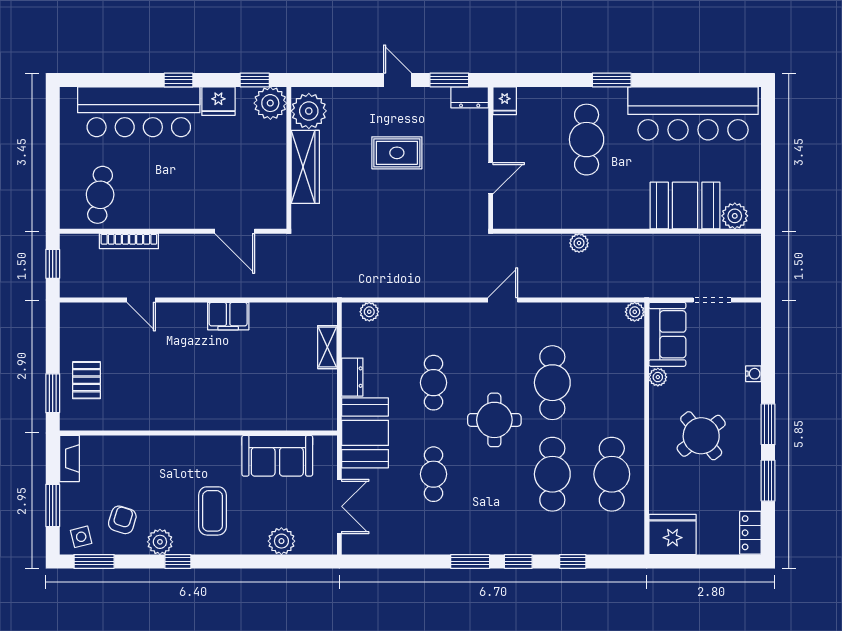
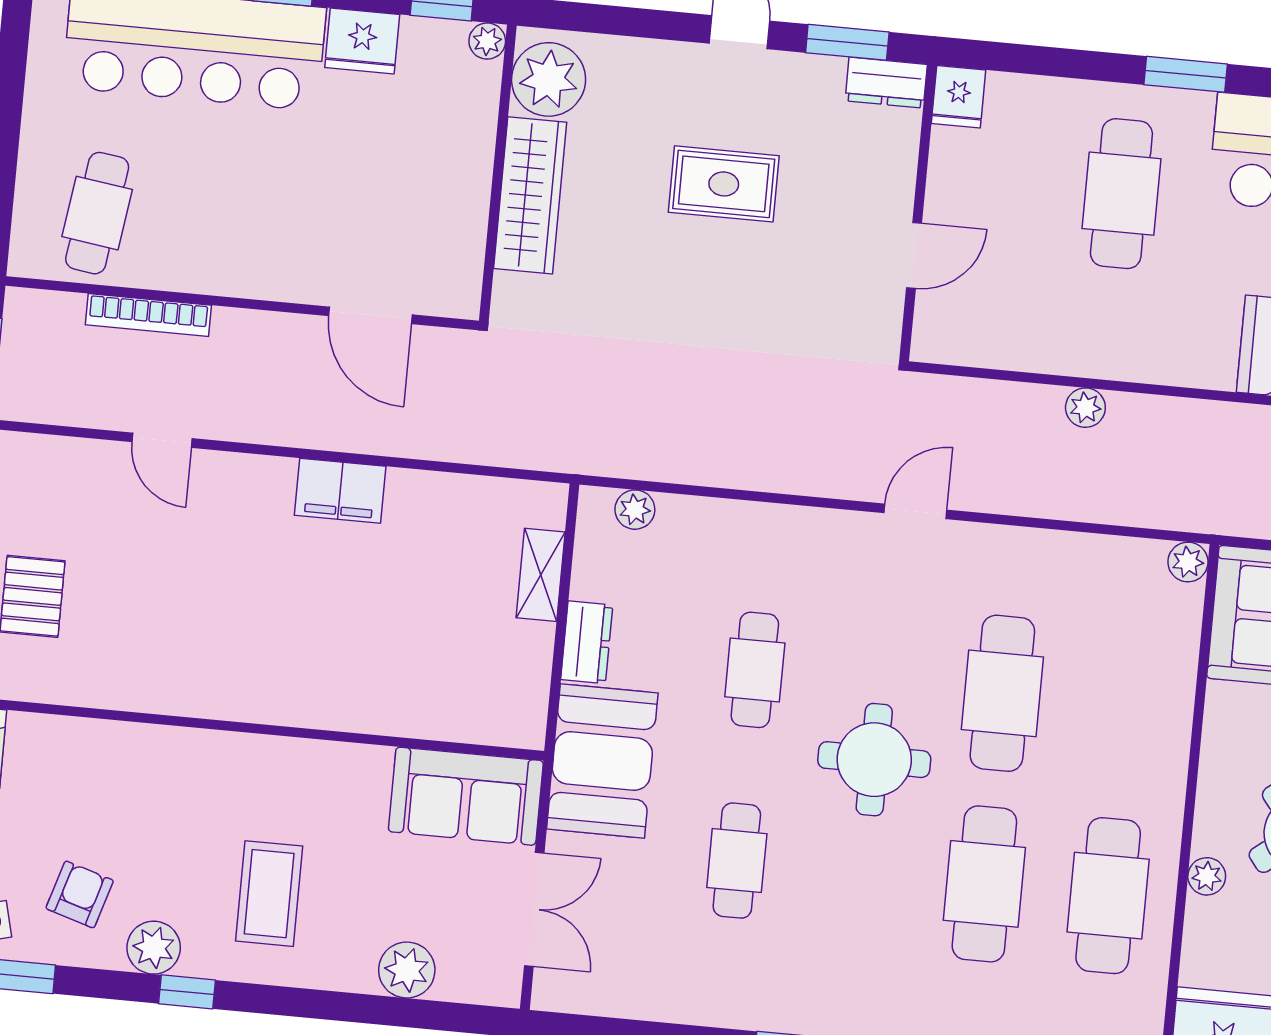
plant: (270, 103) -> (487, 41), width x0.53, depth x0.53
plant: (658, 377) -> (1207, 876), moved
sofa: (277, 456) -> (466, 796), moved

